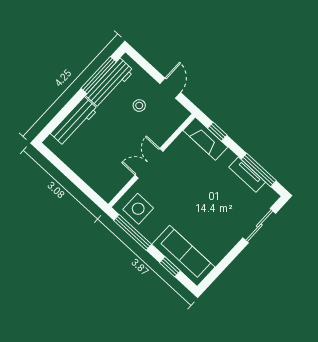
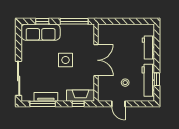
window: (99, 75) -> (157, 79), width x0.46
workbench: (74, 121) -> (148, 47), width x0.73
double door: (149, 163) -> (96, 60), width x1.37
side table: (138, 209) -> (65, 60), moved
sliding door: (259, 226) -> (19, 78), width x1.37

